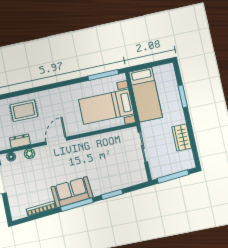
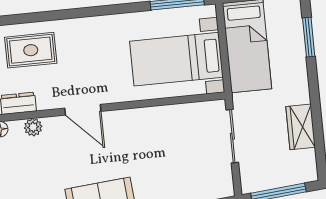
window: (183, 96) -> (309, 37), moved
door: (56, 141) -> (83, 110), swing flipped

